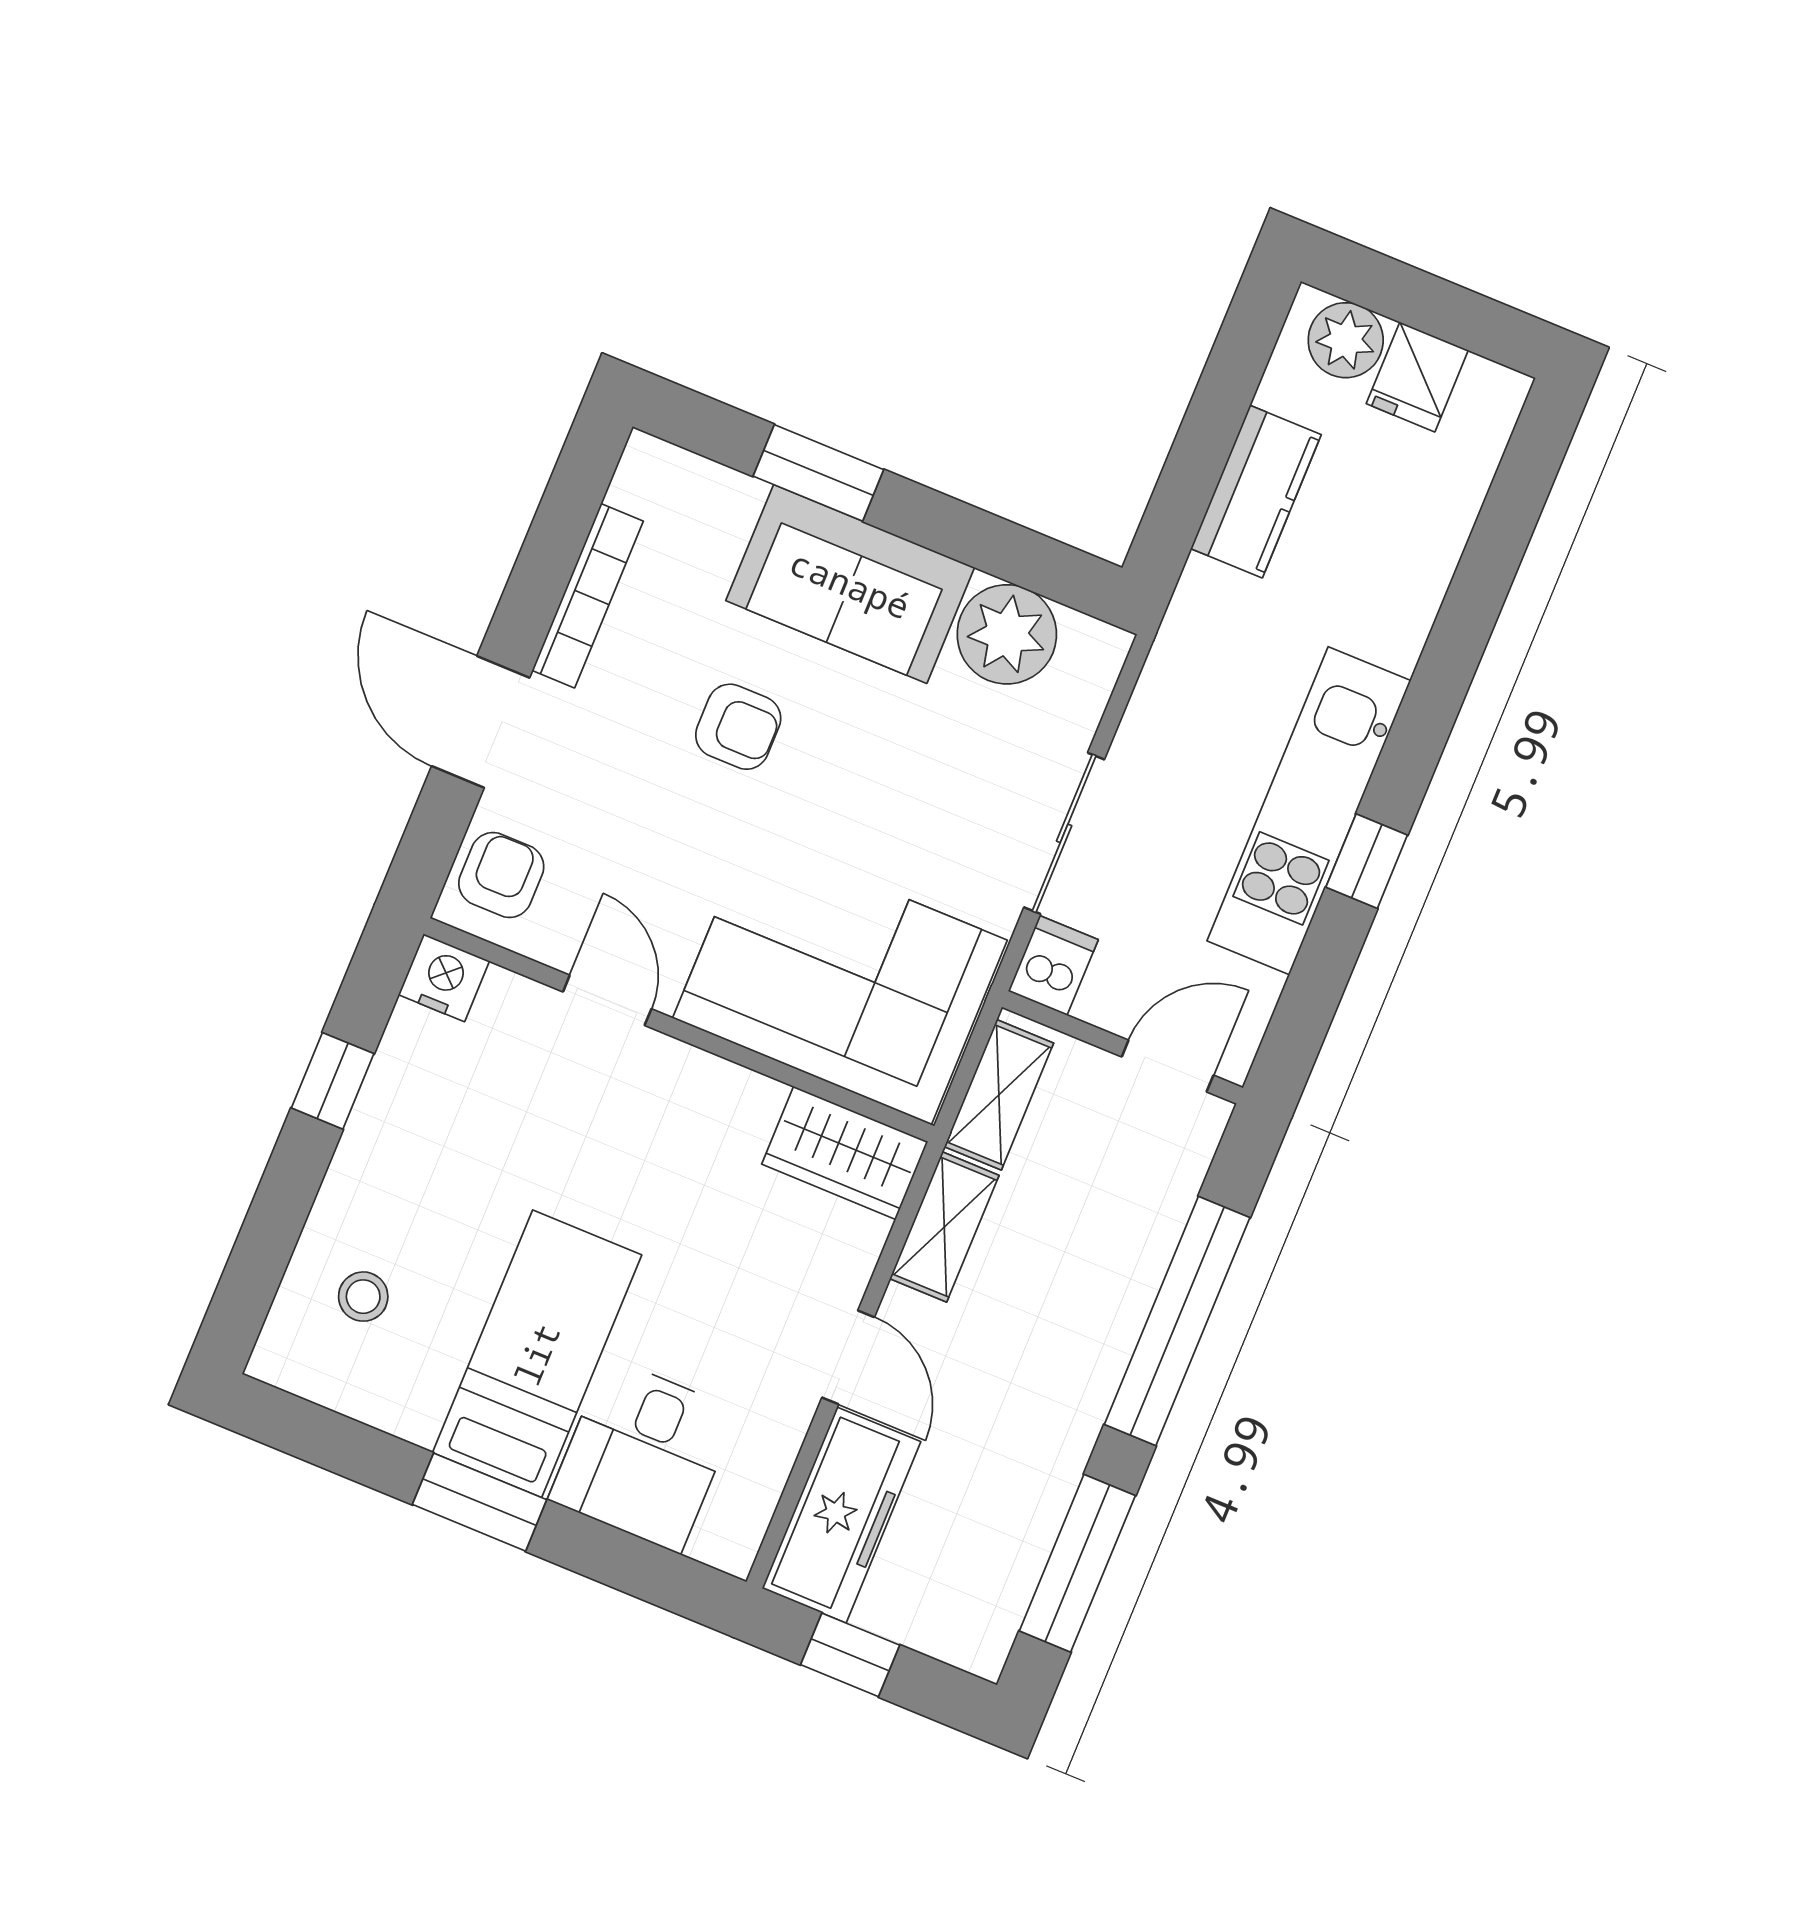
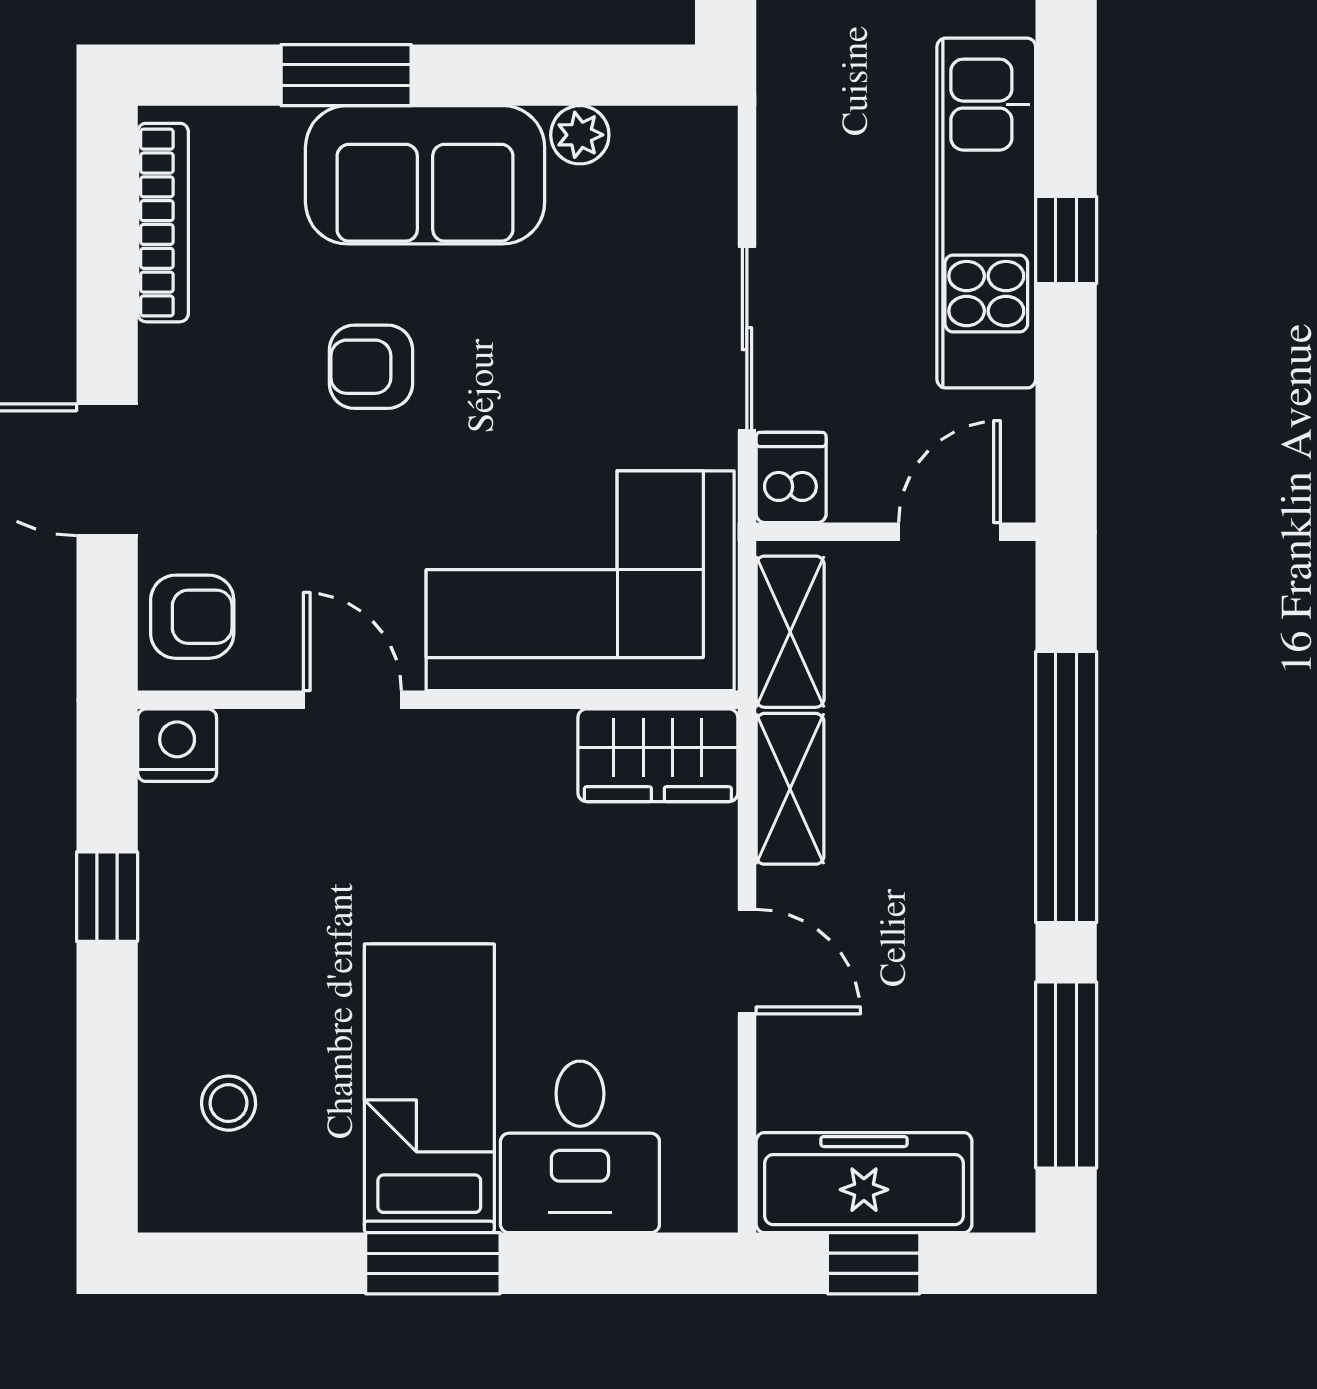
bookcase: (588, 596) -> (163, 223), moved
plant: (1007, 634) -> (580, 135), width x0.53, depth x0.53
armchair: (738, 727) -> (371, 367), turned 180
armchair: (501, 875) -> (192, 617), turned 90
freezer: (841, 1515) -> (864, 1183), moved, turned -90

